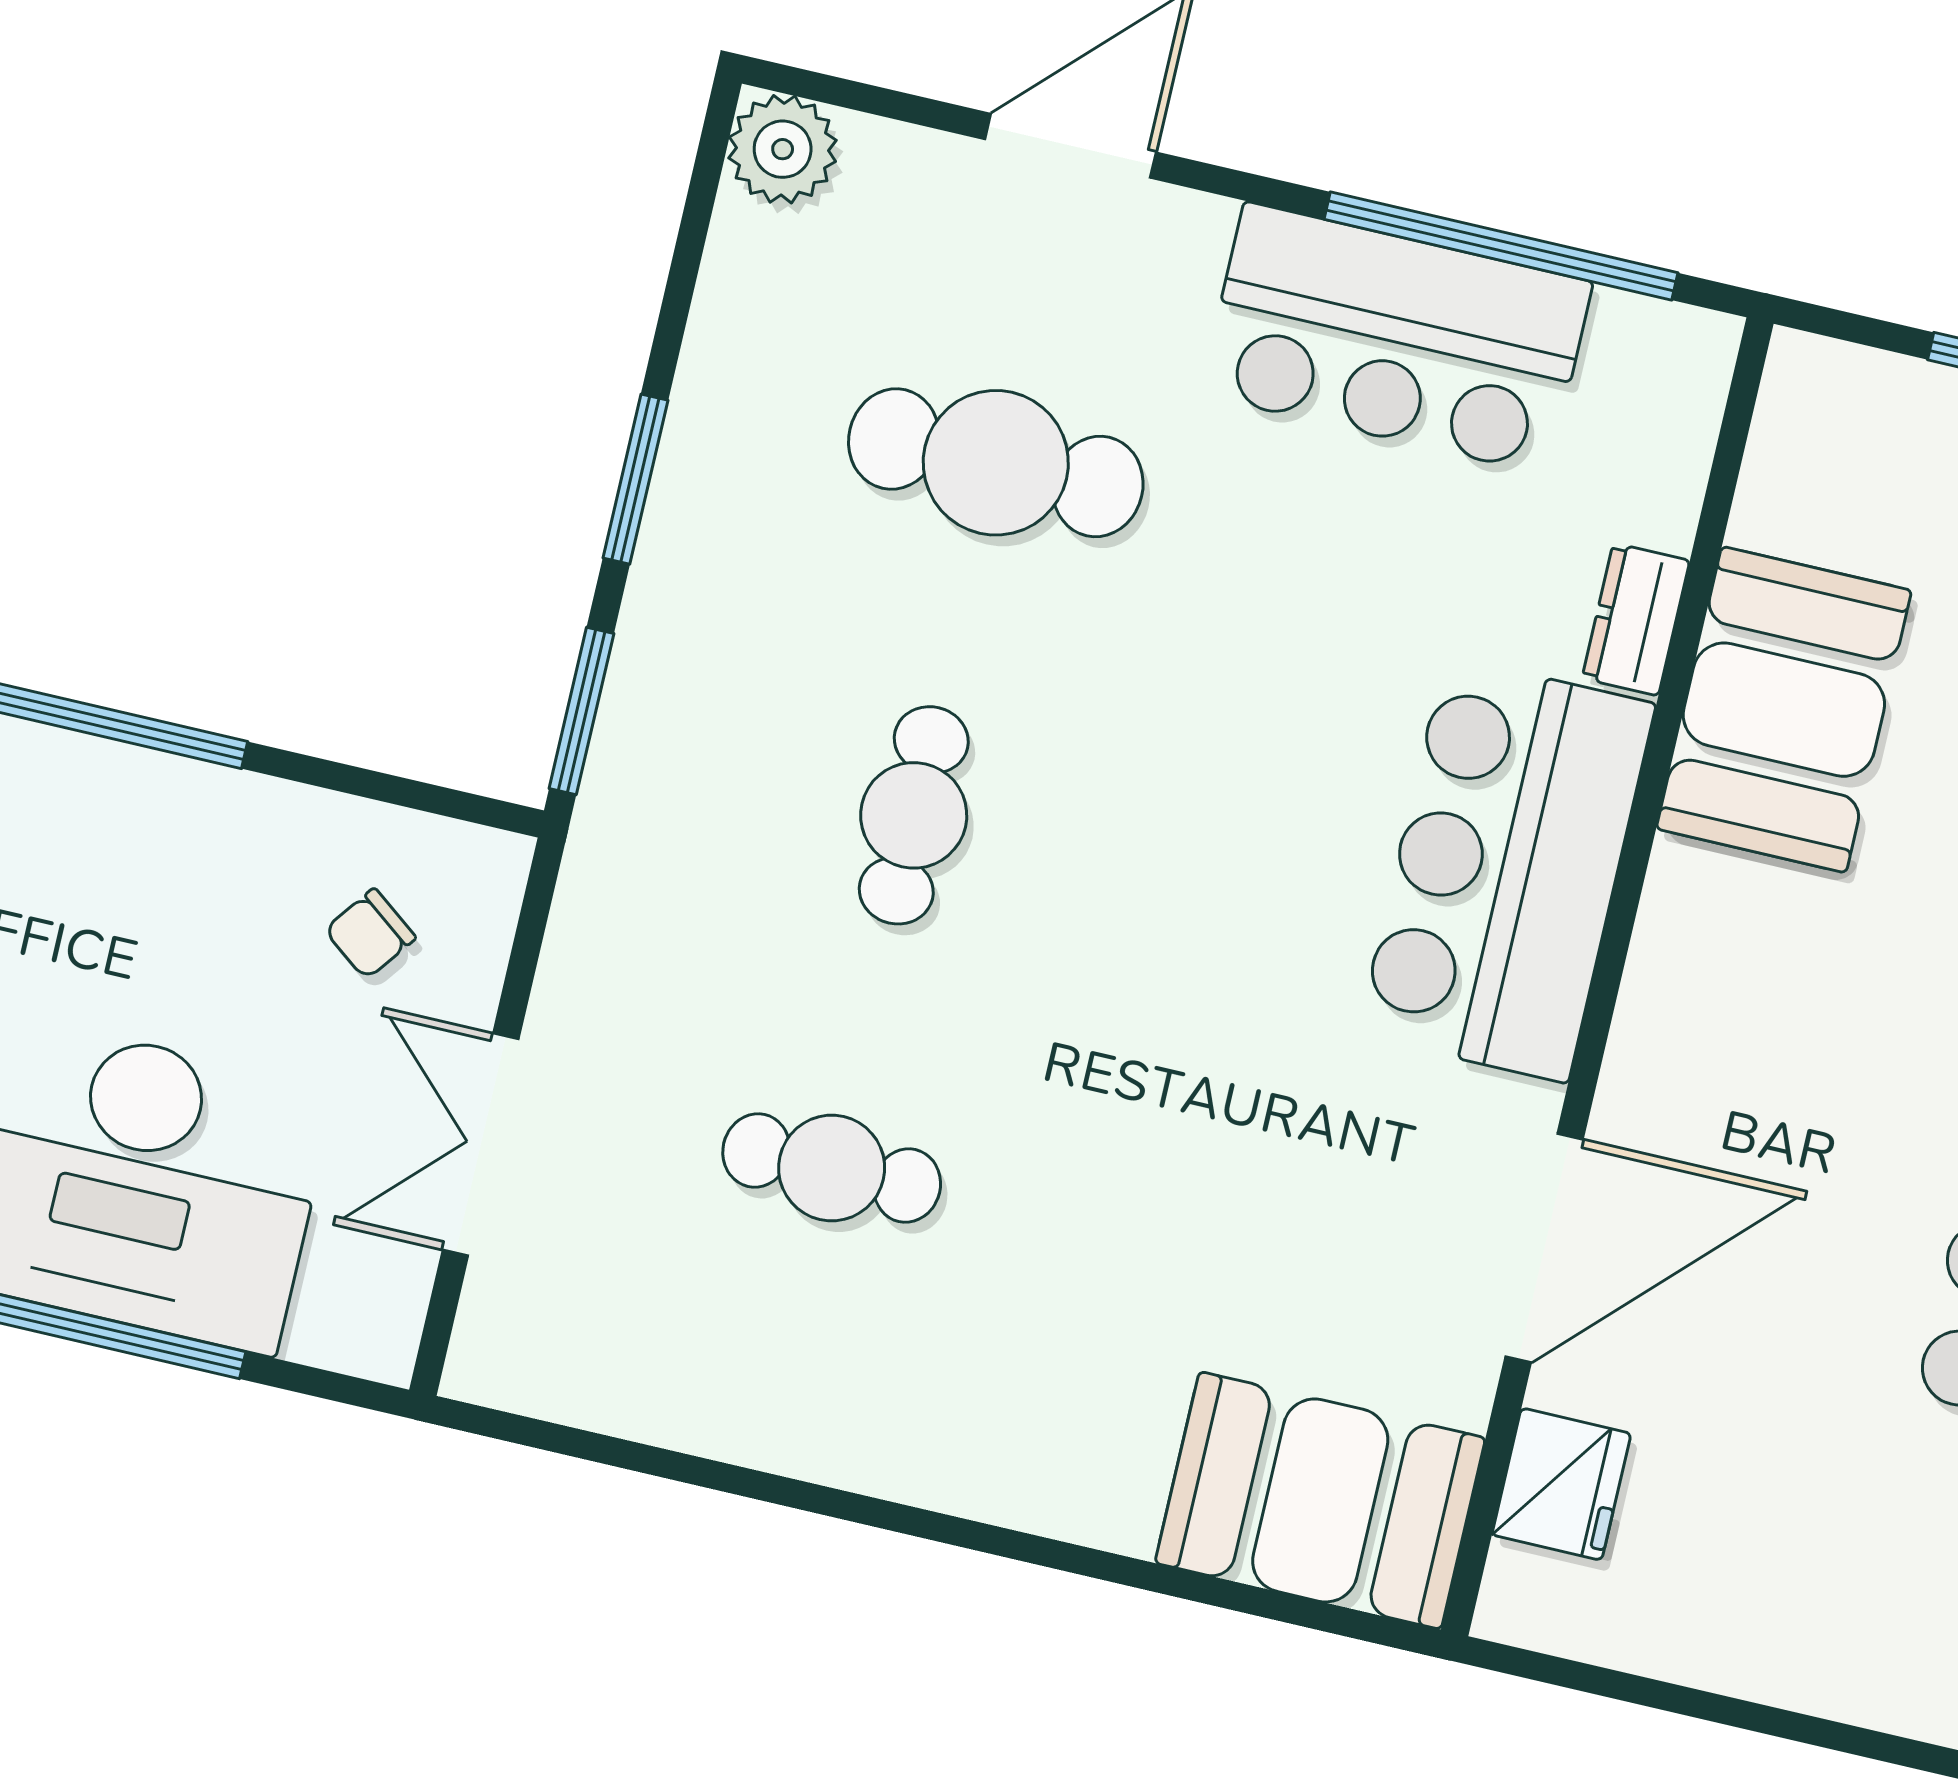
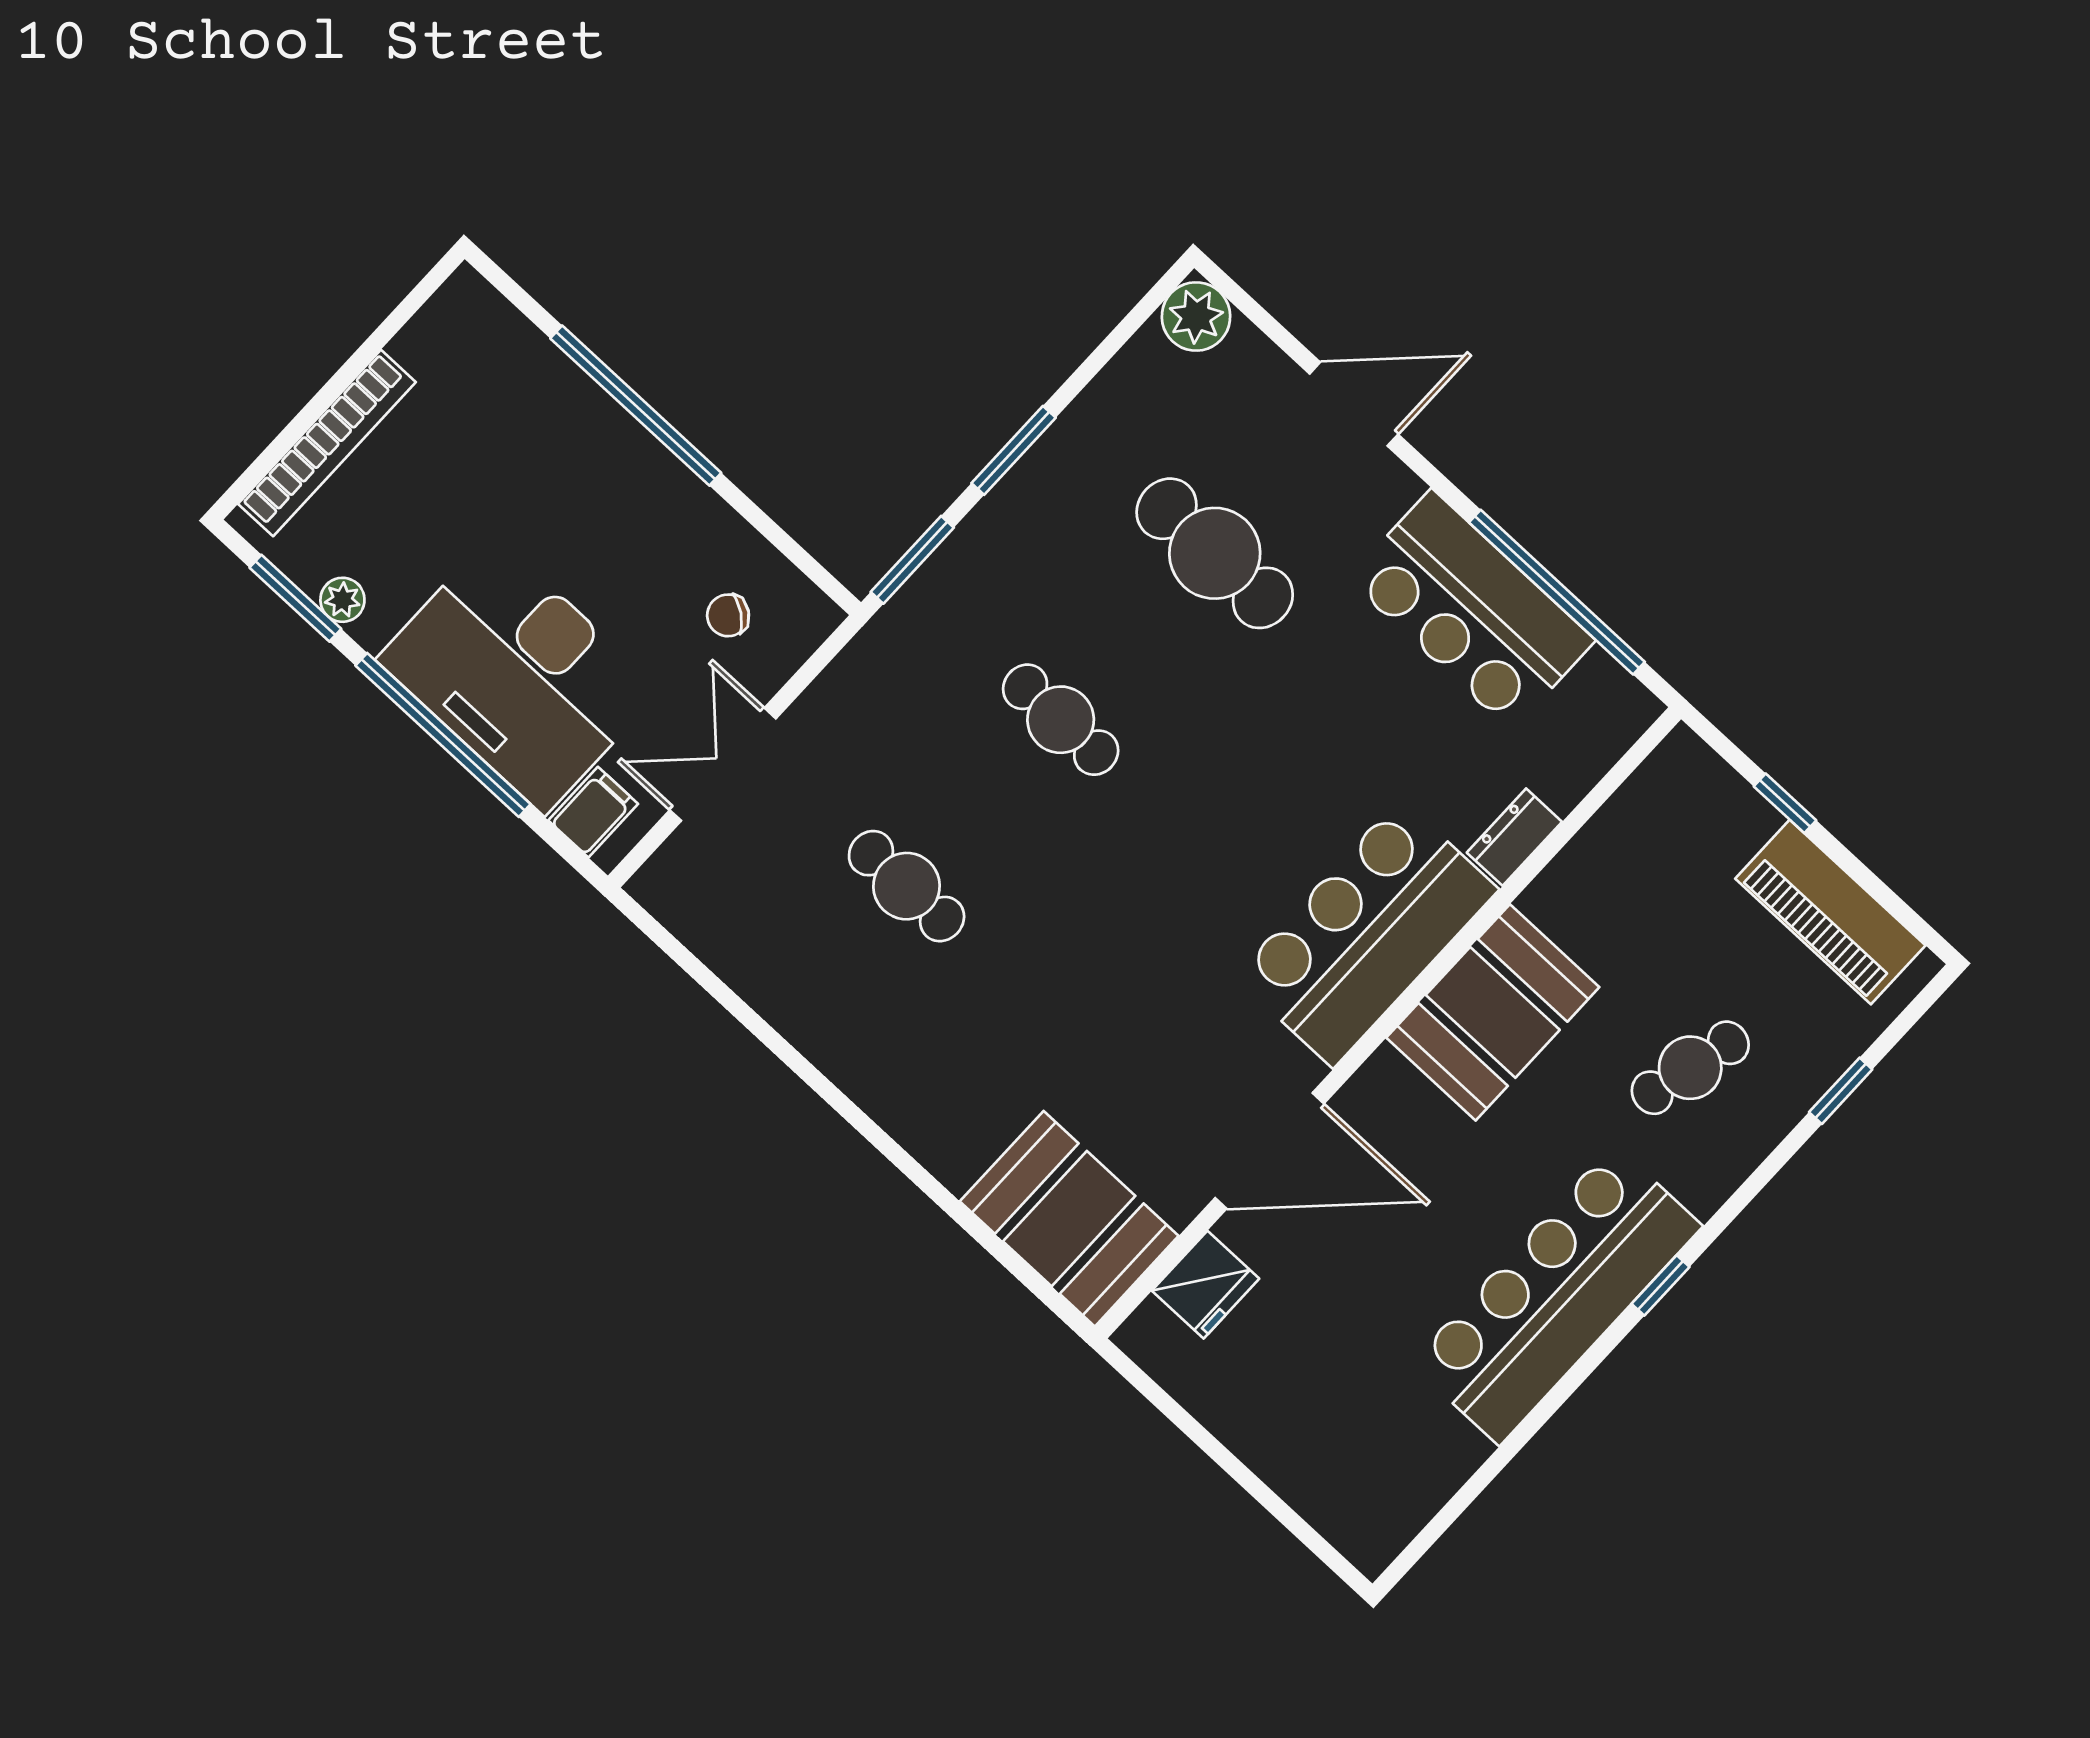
booth: (1784, 710) -> (1493, 1012), moved
cafe table: (914, 815) -> (1061, 720), turned 90
filing cabinet: (339, 1313) -> (593, 812), added

